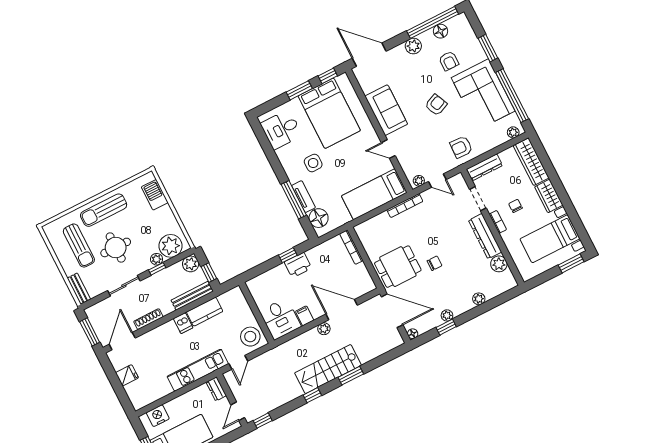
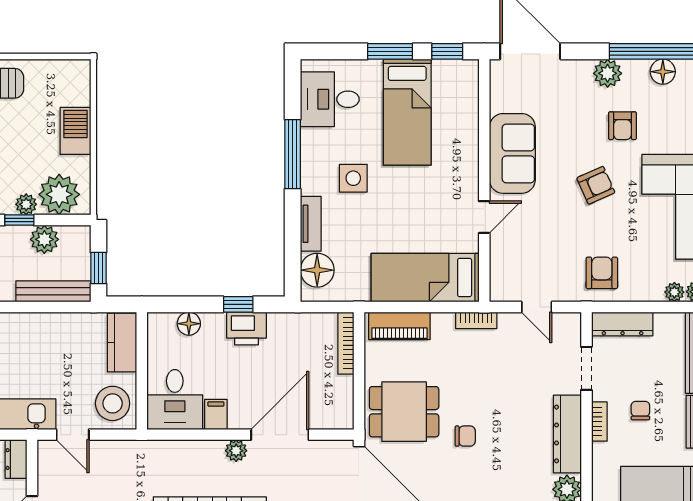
armchair: (449, 61) -> (622, 126), moved
bed: (329, 113) -> (407, 112), width x0.67
armchair: (461, 147) -> (602, 273), turned 88
door: (388, 149) -> (484, 217), swing flipped
plant: (419, 181) -> (674, 292), moved
barbecue: (155, 195) -> (75, 131), moved
window: (294, 200) -> (293, 154), moved
bookcase: (405, 206) -> (476, 320), width x0.64
piano: (374, 225) -> (399, 326), added
plant: (191, 264) -> (44, 239), moved
floor lamp: (268, 277) -> (189, 324), added
door: (342, 310) -> (280, 435), hinge flipped
kitchen counter: (205, 312) -> (122, 343), moved, turned 90
dishwasher: (183, 323) -> (17, 327), removed
door: (238, 362) -> (73, 435), hinge flipped

